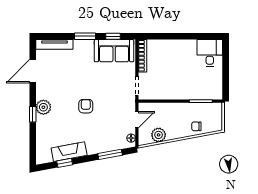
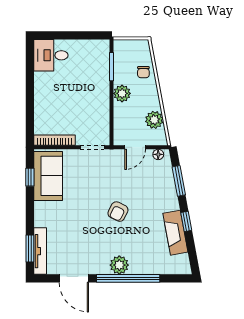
window: (85, 36) -> (30, 248), moved
armchair: (86, 106) -> (118, 212), turned -64
plant: (179, 109) -> (122, 93), added
window: (33, 114) -> (128, 278), width x3.17
door: (137, 120) -> (135, 147), swing flipped
window: (65, 163) -> (186, 221), moved

